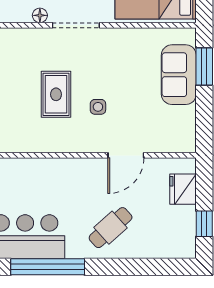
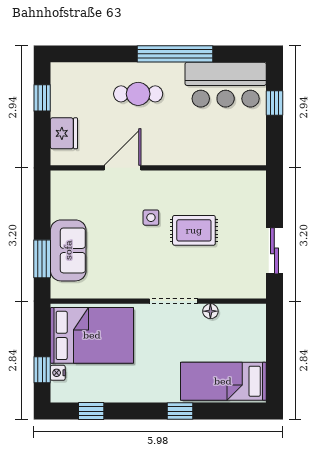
rug: (56, 94) -> (194, 230), turned 90
cafe table: (111, 228) -> (138, 94), turned 42
window: (48, 267) -> (175, 54), moved

